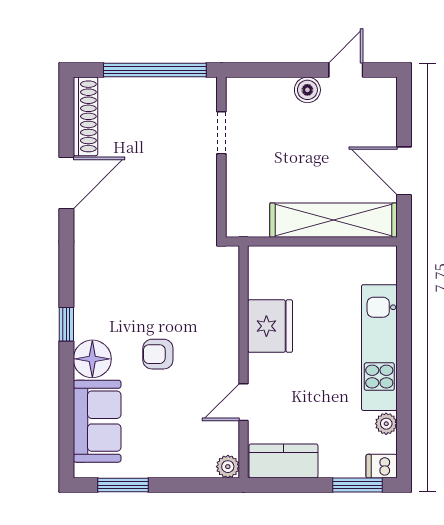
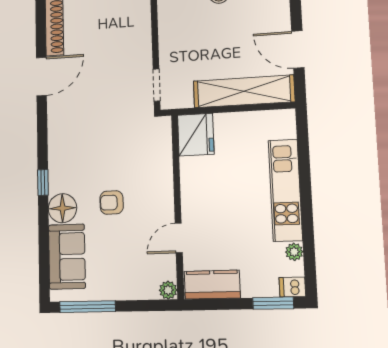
doorway: (221, 133) -> (156, 85), moved
fridge: (270, 326) -> (196, 135), moved
window: (123, 485) -> (87, 307), width x1.44

